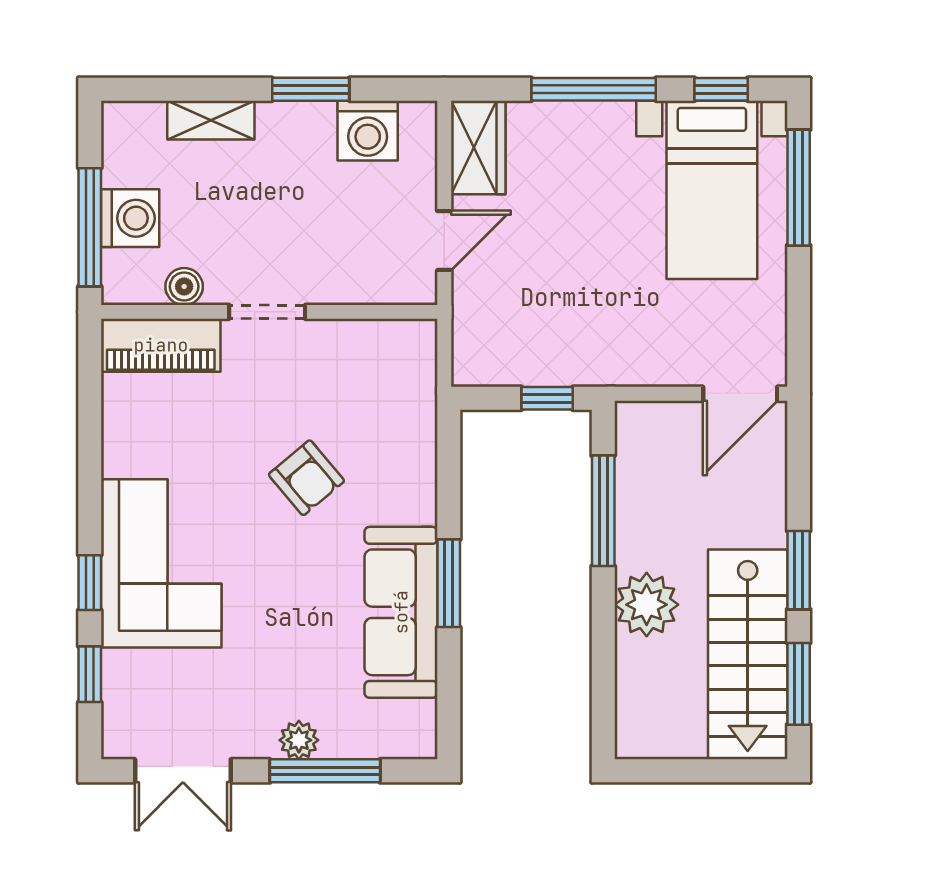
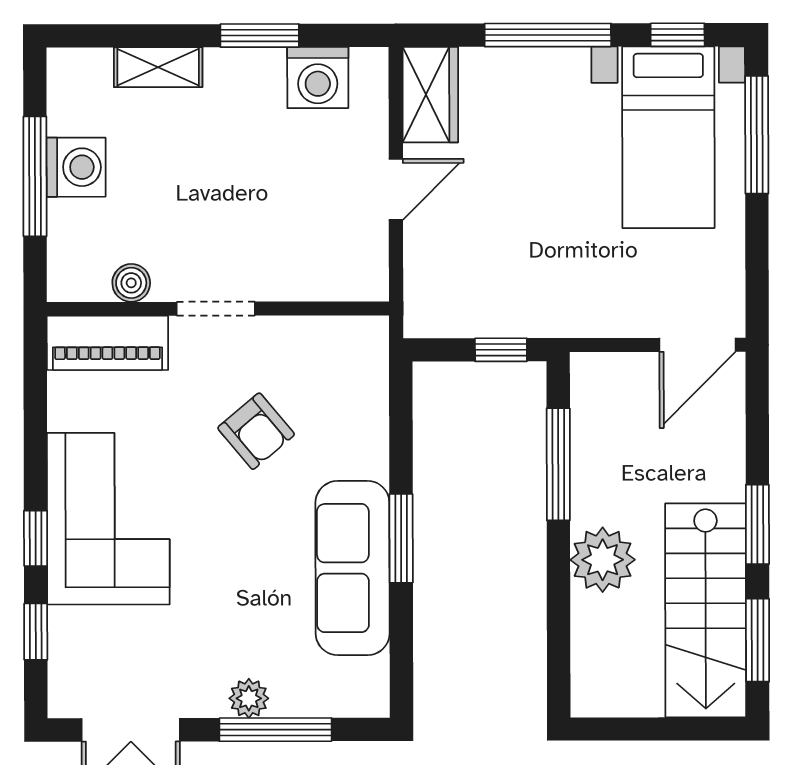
boiler: (184, 286) -> (131, 283), moved
doorway: (267, 312) -> (216, 309), moved
wall: (269, 312) -> (218, 309), moved
piano: (161, 345) -> (107, 343), moved

